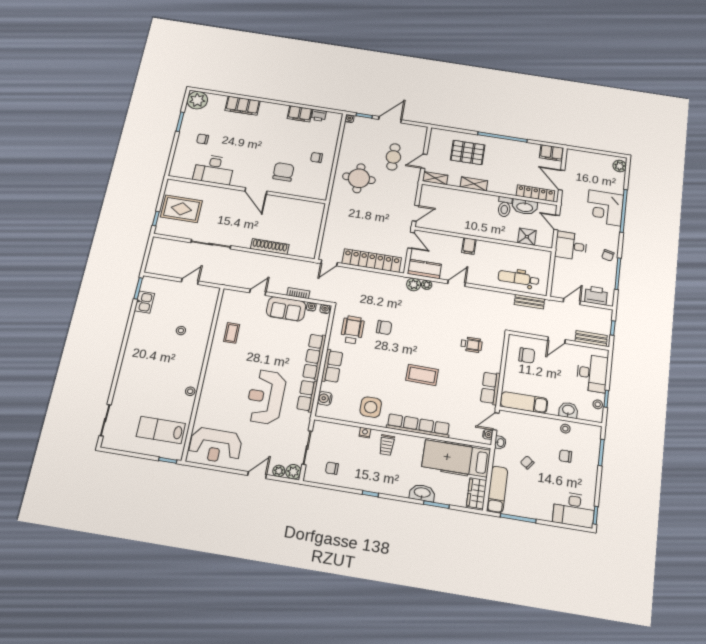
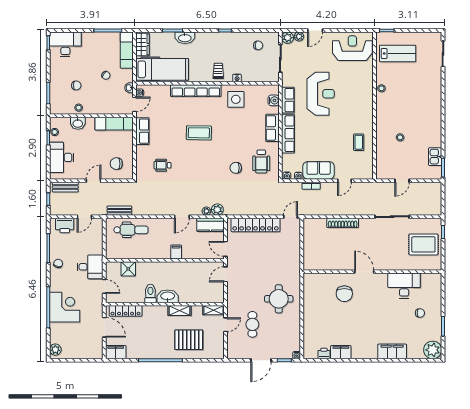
chair: (317, 157) -> (318, 312), removed
washbasin: (525, 207) -> (168, 296), moved

